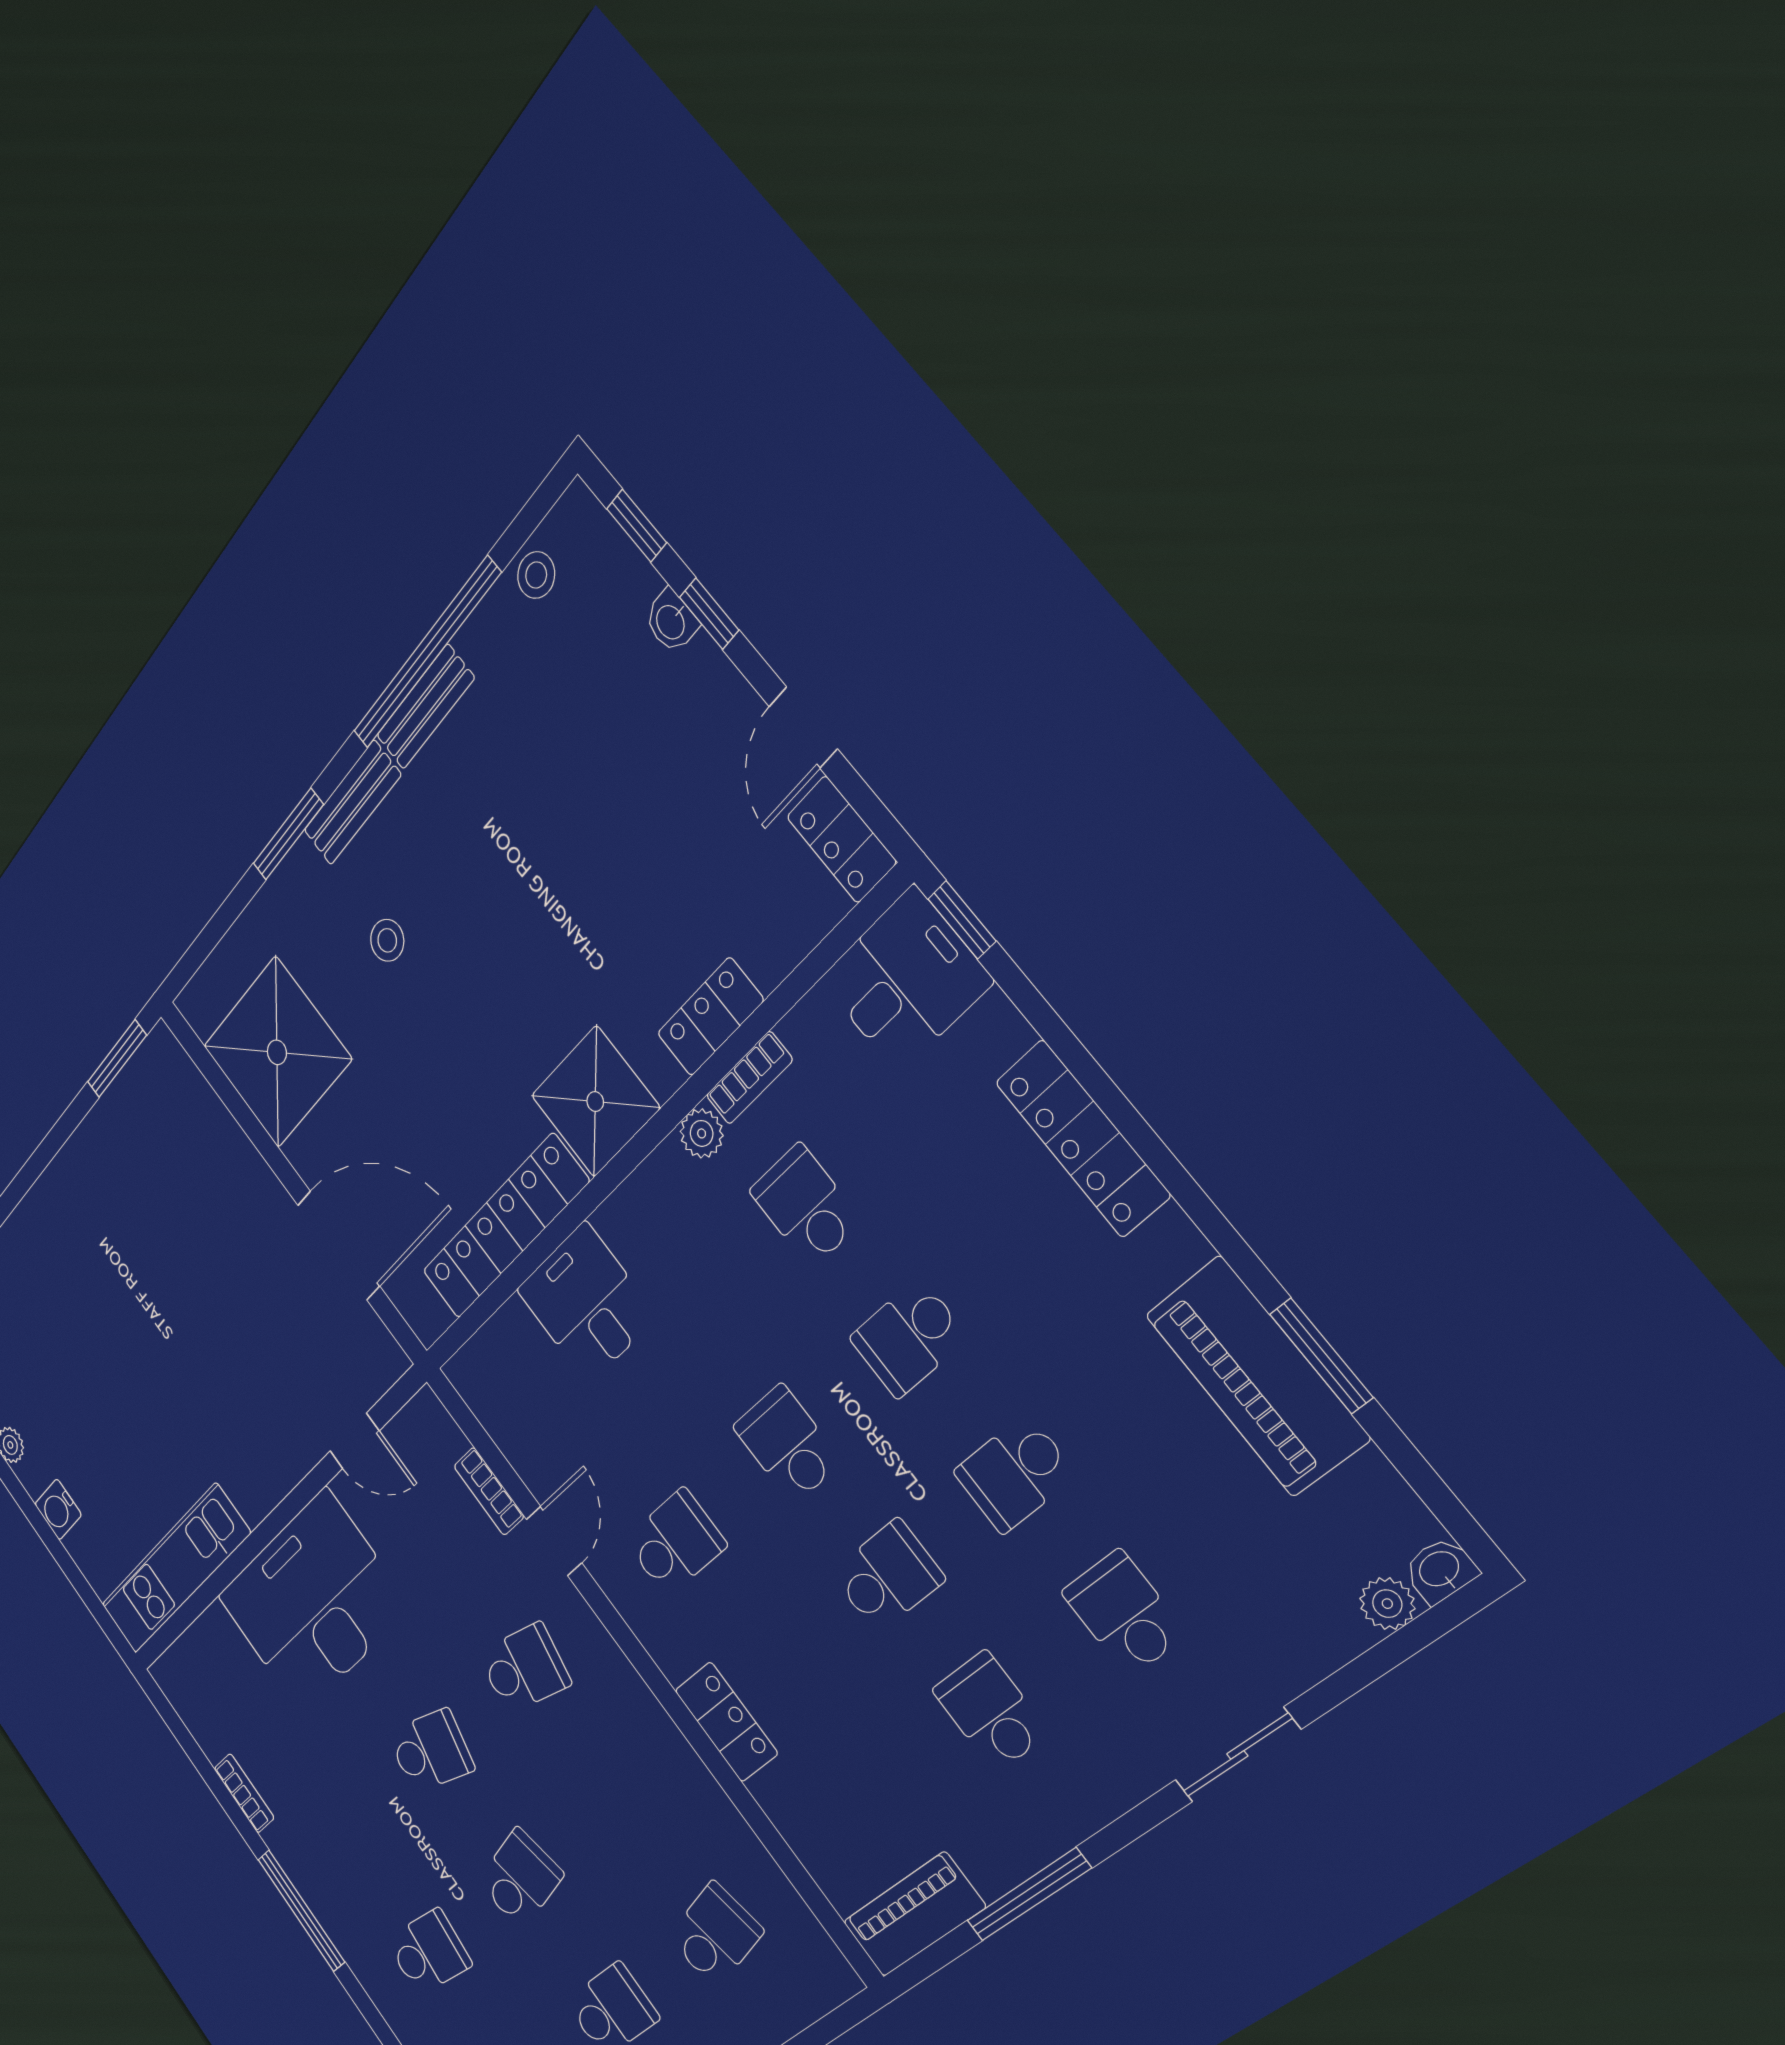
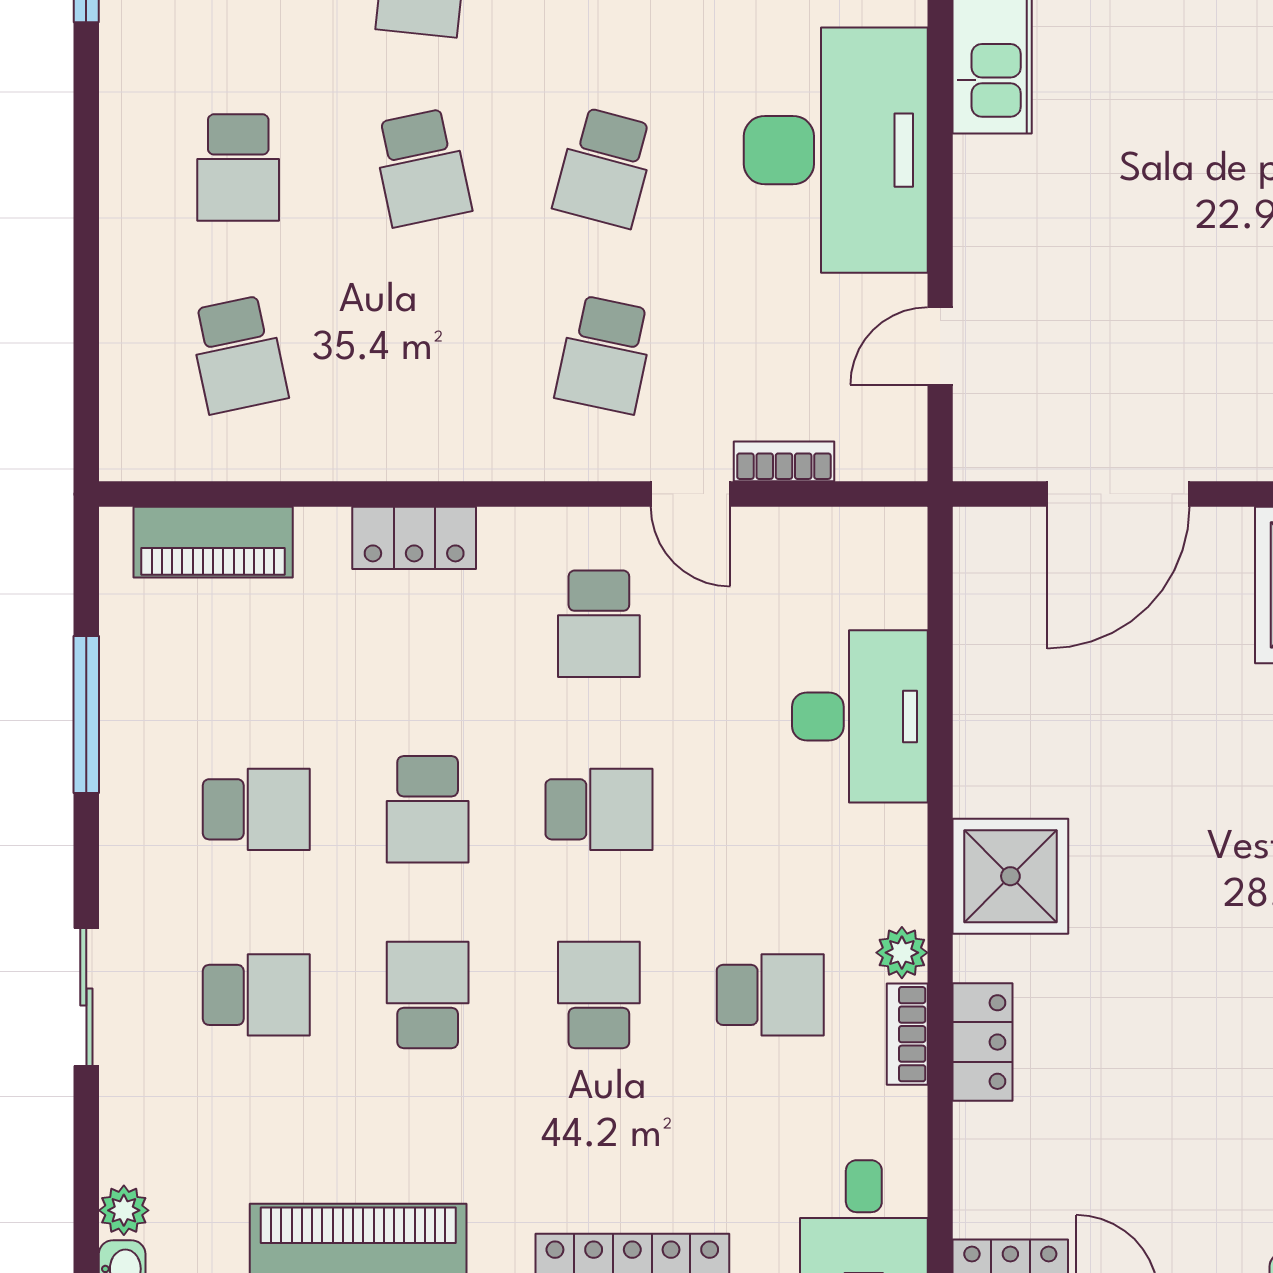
locker: (505, 1227) -> (987, 691), removed
desk: (587, 1303) -> (860, 716), width x1.37
piano: (914, 1914) -> (213, 542), moved, turned 90

